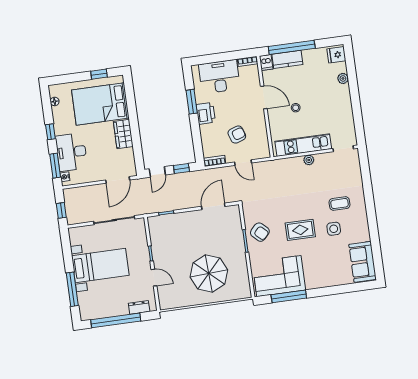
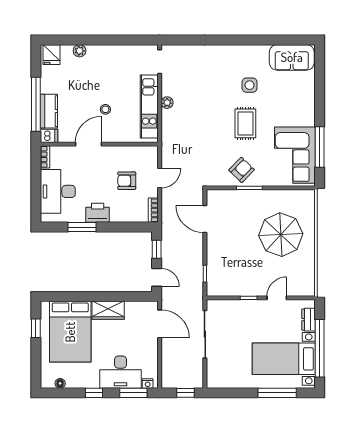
armchair: (237, 135) -> (127, 181), turned -72
coffee table: (340, 204) -> (222, 74), removed
bed with nightstands: (100, 265) -> (284, 359), moved, turned -90

